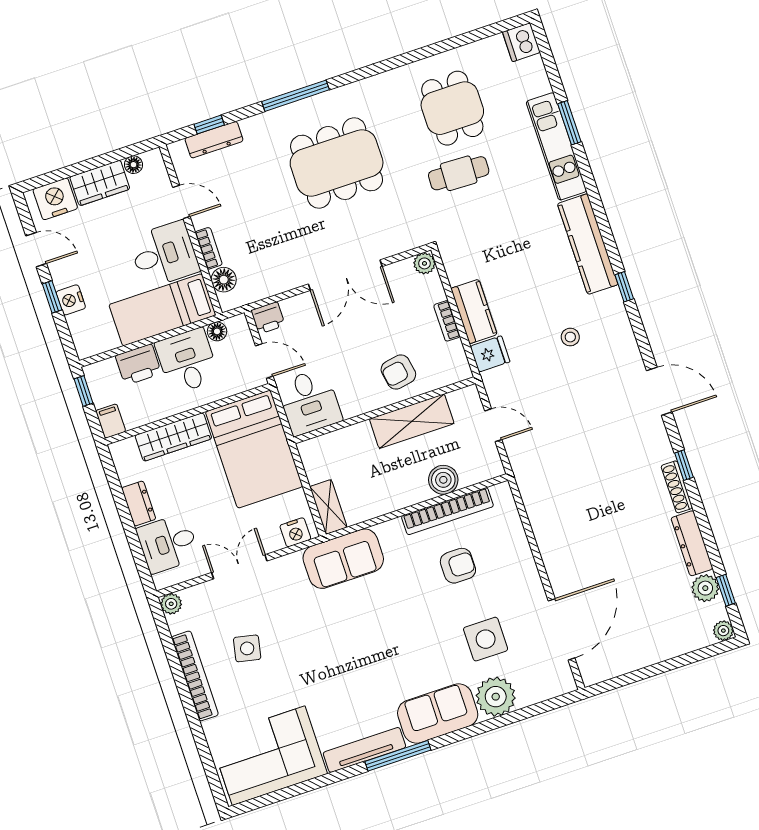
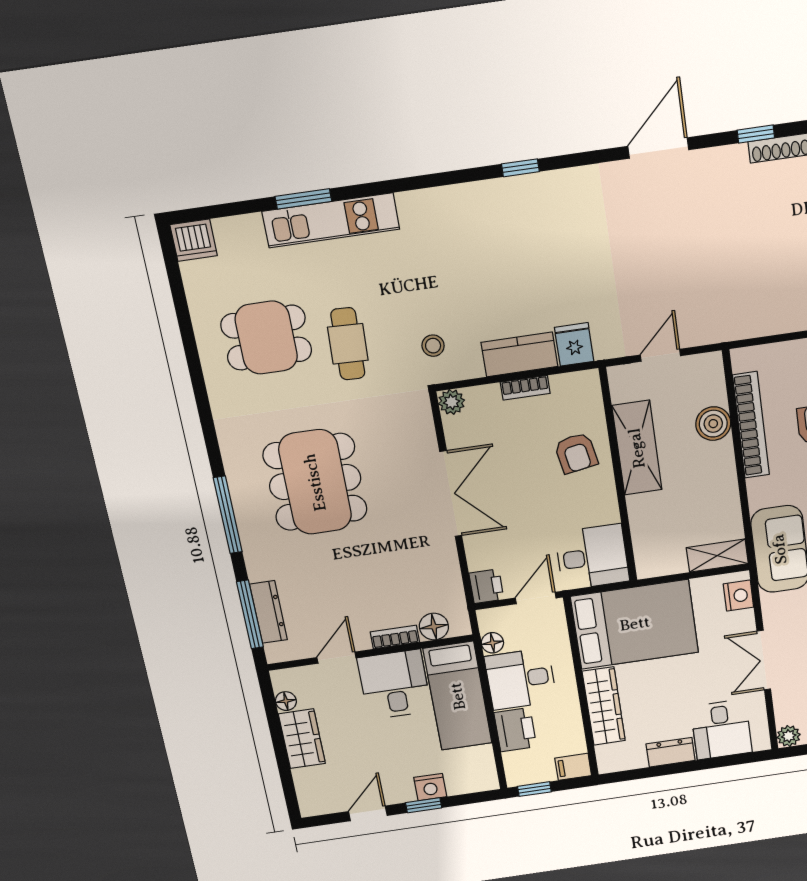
window: (209, 125) -> (250, 615), width x2.17
nightstand: (55, 199) -> (313, 786), removed
kitchen counter: (588, 244) -> (459, 204), removed
stool: (570, 337) -> (433, 346), moved

